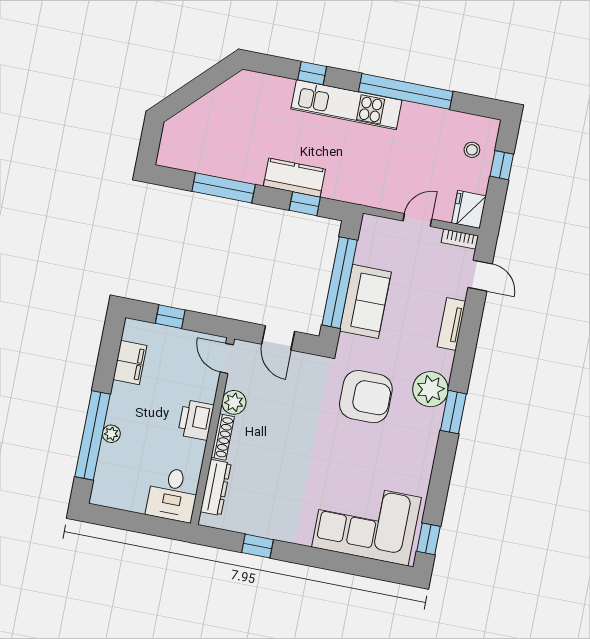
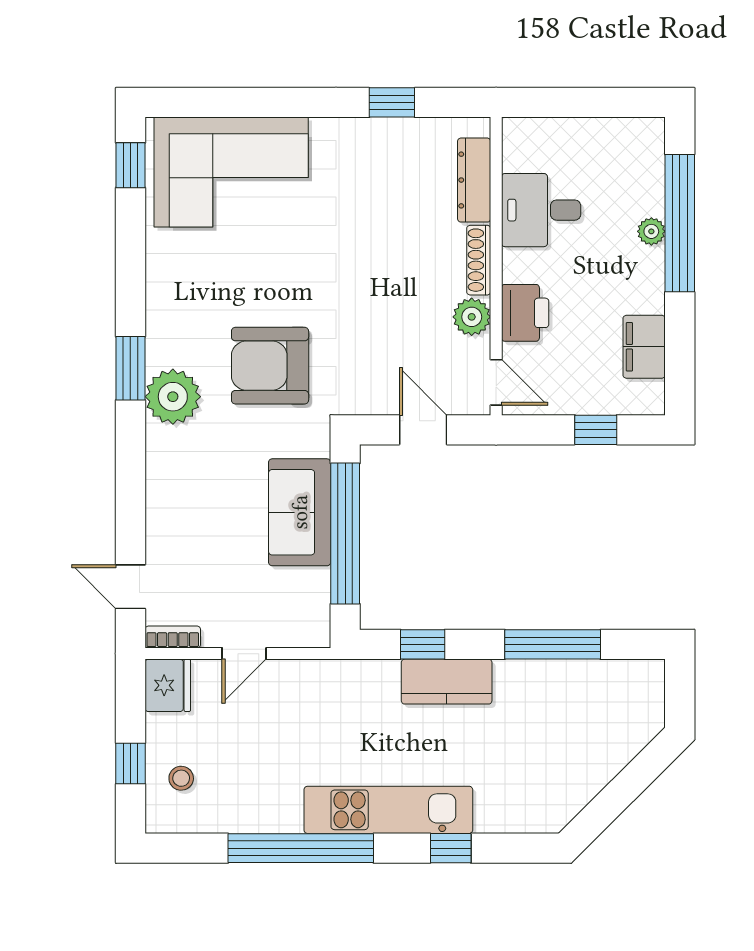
tv unit: (451, 324) -> (160, 503), removed
printer: (196, 420) -> (525, 313), moved
desk: (173, 494) -> (541, 210), moved, turned -90

